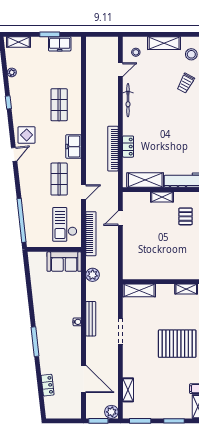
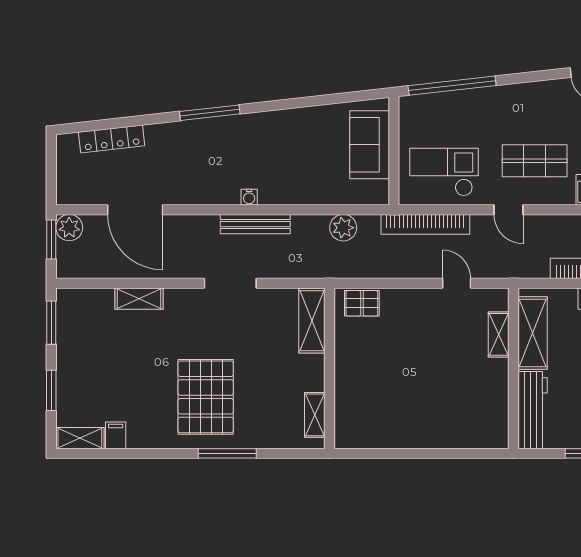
shelving: (162, 197) -> (499, 334), moved
pallet: (186, 216) -> (362, 303), moved
sofa: (64, 262) -> (370, 145), moved
door: (84, 379) -> (135, 210), hinge flipped
locker: (48, 385) -> (112, 139), width x1.53
shelving: (128, 390) -> (139, 299), moved
plant: (111, 412) -> (69, 228), moved

